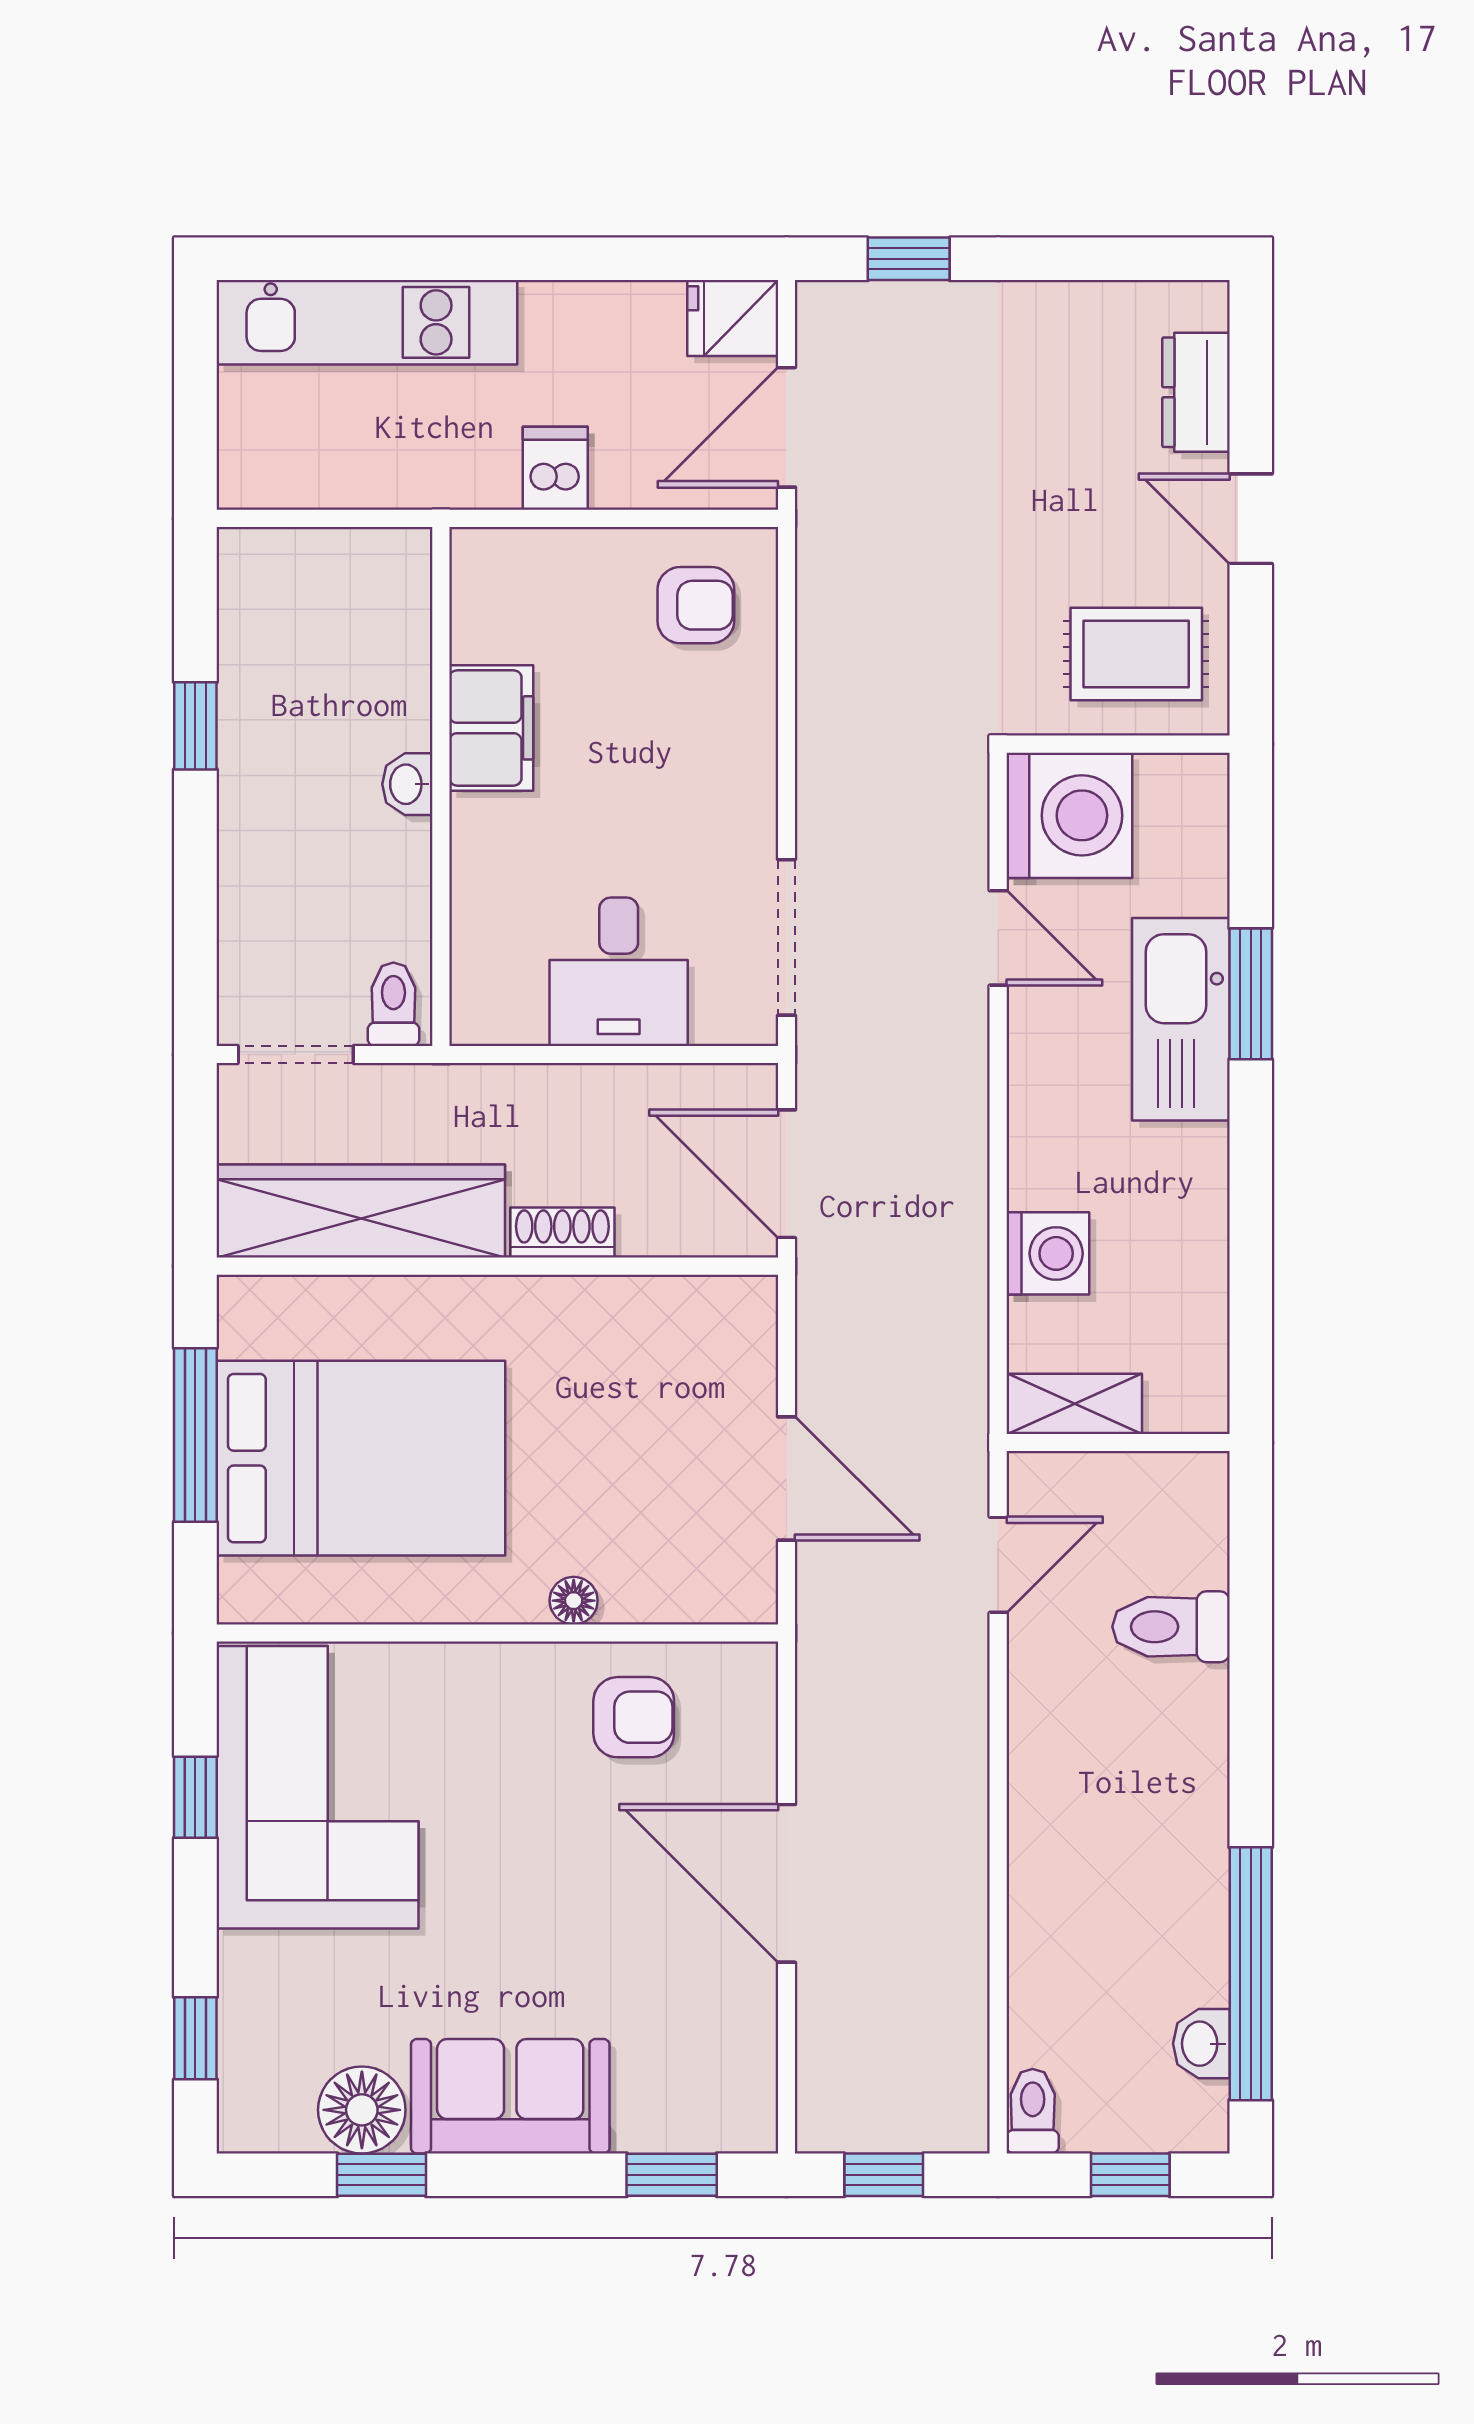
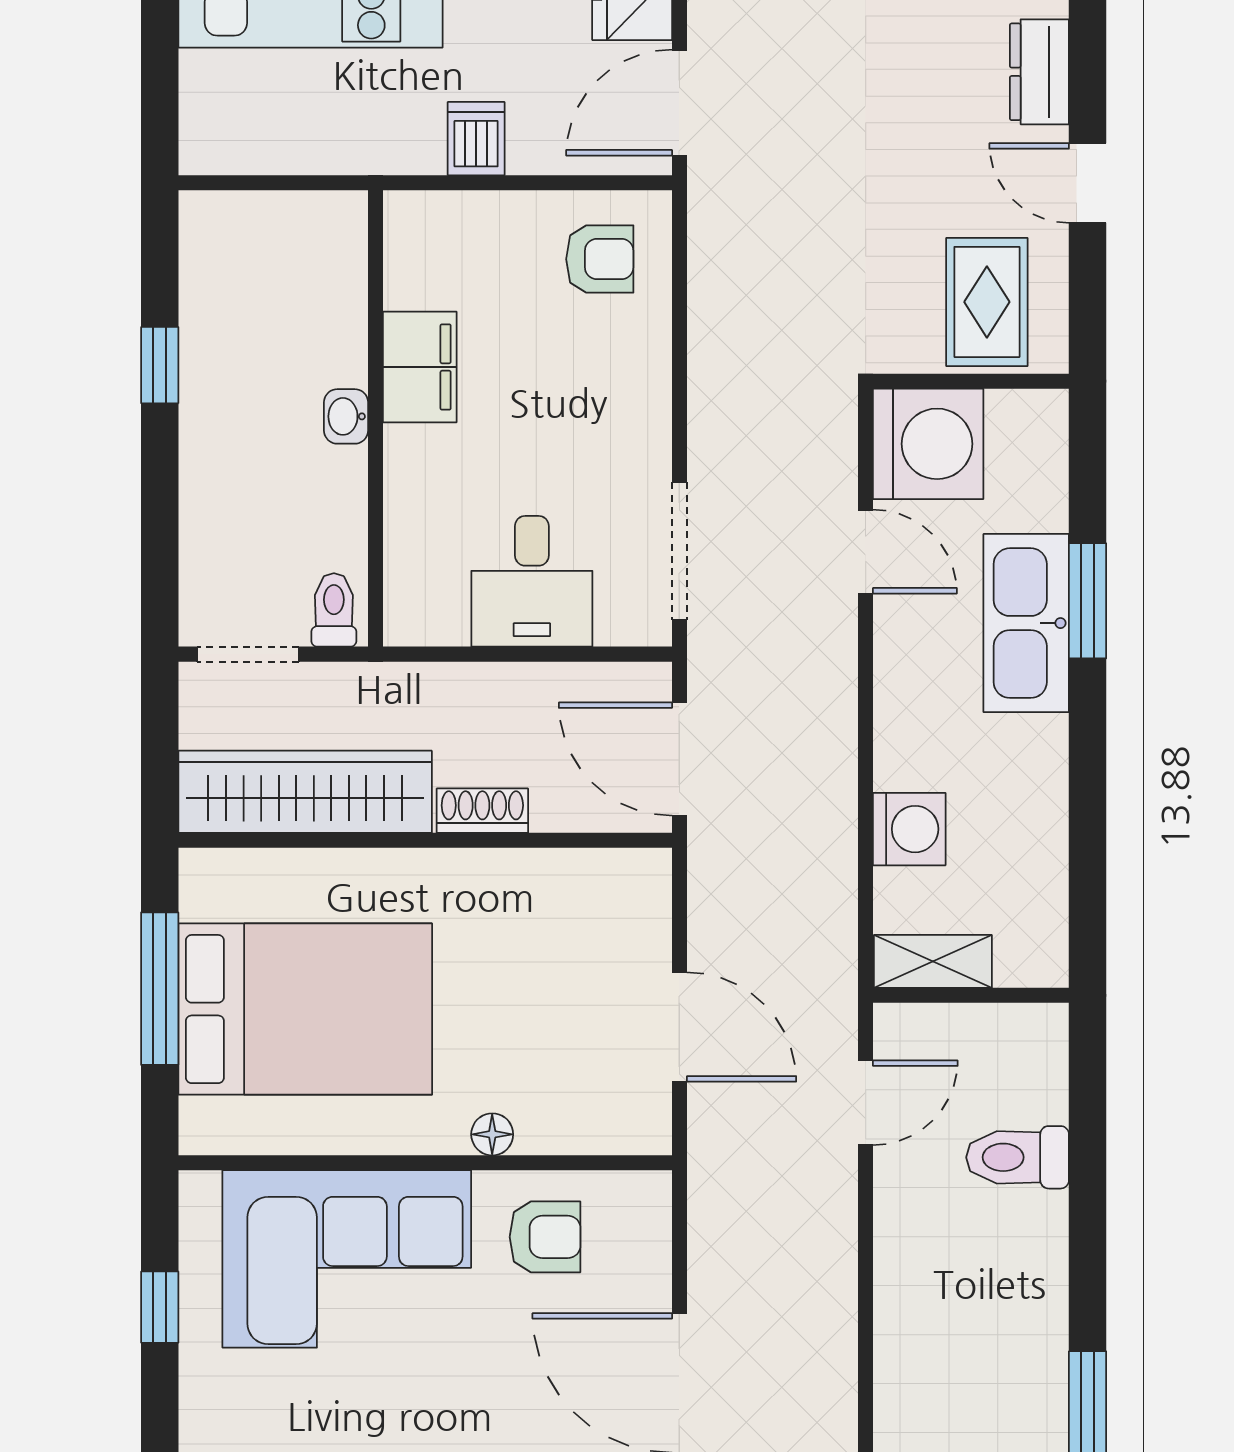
rug: (1136, 654) -> (987, 302), turned 90
corner sofa: (317, 1787) -> (347, 1259), moved, turned 90

